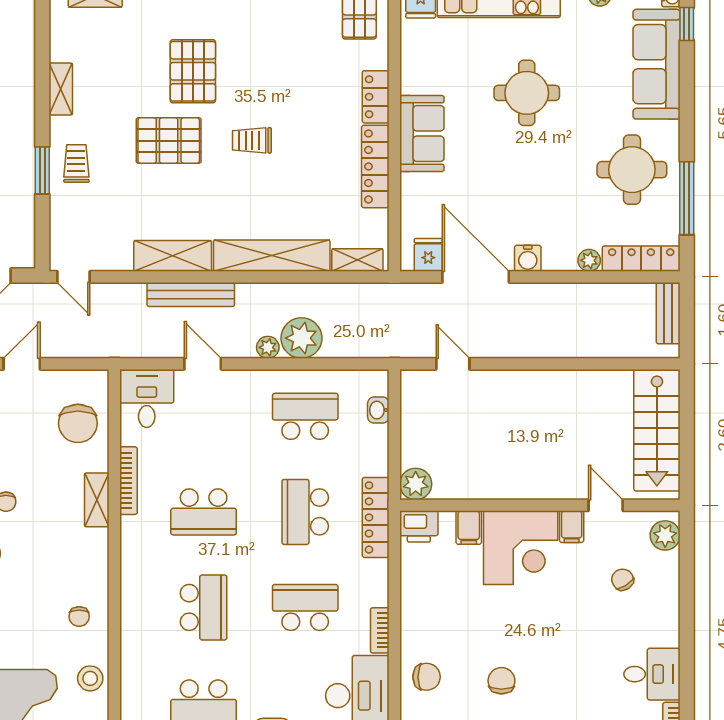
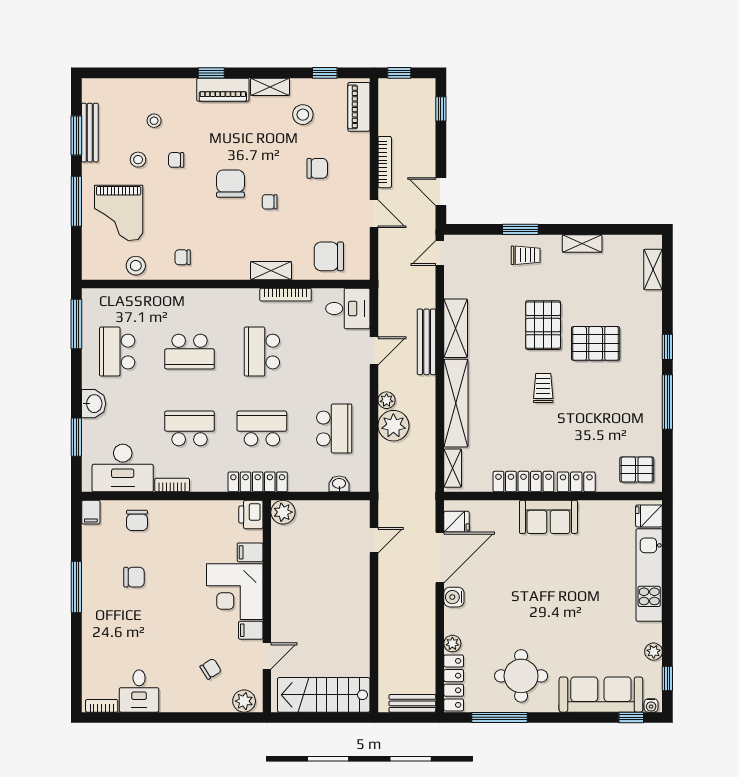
round table: (527, 93) -> (579, 596), removed
school desk: (305, 607) -> (190, 428), turned -90

